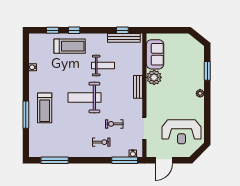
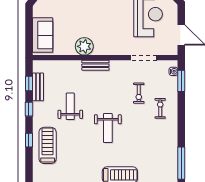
window: (52, 30) -> (29, 109), moved
bench: (124, 38) -> (38, 87), width x0.73
sofa: (155, 54) -> (43, 35), moved, turned 90
weight bench: (84, 98) -> (108, 128), width x0.73, depth x0.75
window: (125, 160) -> (181, 81), width x0.69

